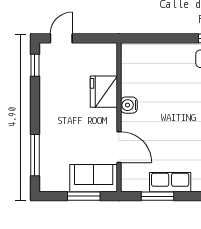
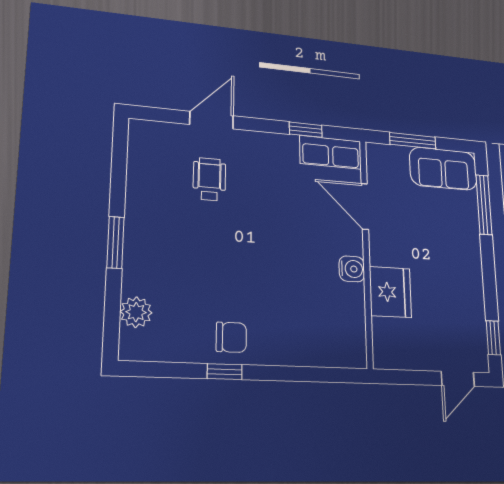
sofa: (94, 178) -> (443, 169), moved
row of seats: (170, 182) -> (331, 152), moved
window: (158, 196) -> (306, 130), width x0.67

